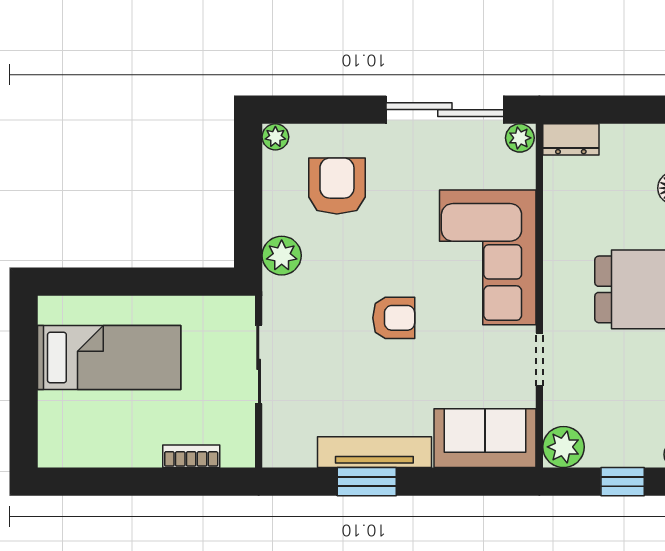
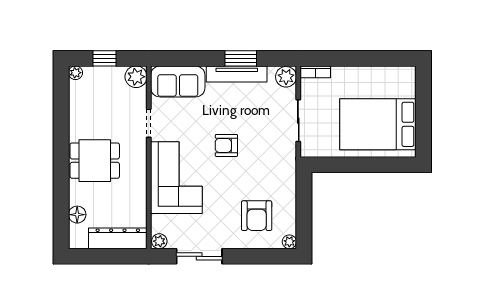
sliding door: (445, 110) -> (199, 256), width x0.73
dresser: (571, 139) -> (118, 238), width x1.96, depth x1.24
plant: (282, 256) -> (286, 77), moved
bed: (109, 358) -> (378, 124), width x1.50
bookcase: (191, 456) -> (315, 72), moved

